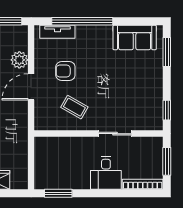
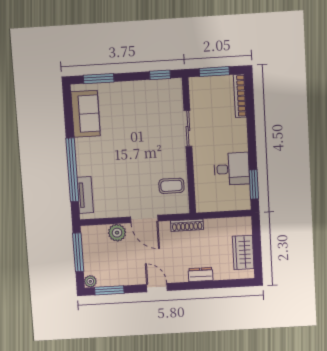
armchair: (65, 71) -> (125, 184), removed
coffee table: (74, 107) -> (171, 186), moved, turned 60
shoe rack: (23, 127) -> (187, 225), added
desk: (106, 173) -> (232, 169), moved

